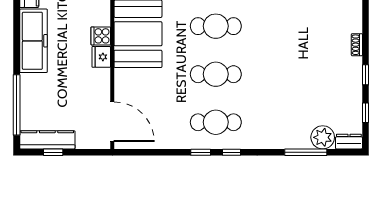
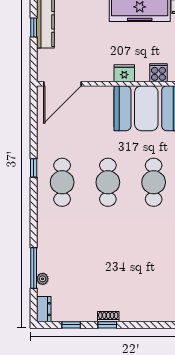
cooker: (101, 36) -> (158, 73), moved
shoe rack: (357, 45) -> (108, 317), moved
plant: (323, 137) -> (43, 279), width x0.53, depth x0.53
window: (232, 152) -> (34, 197), removed

